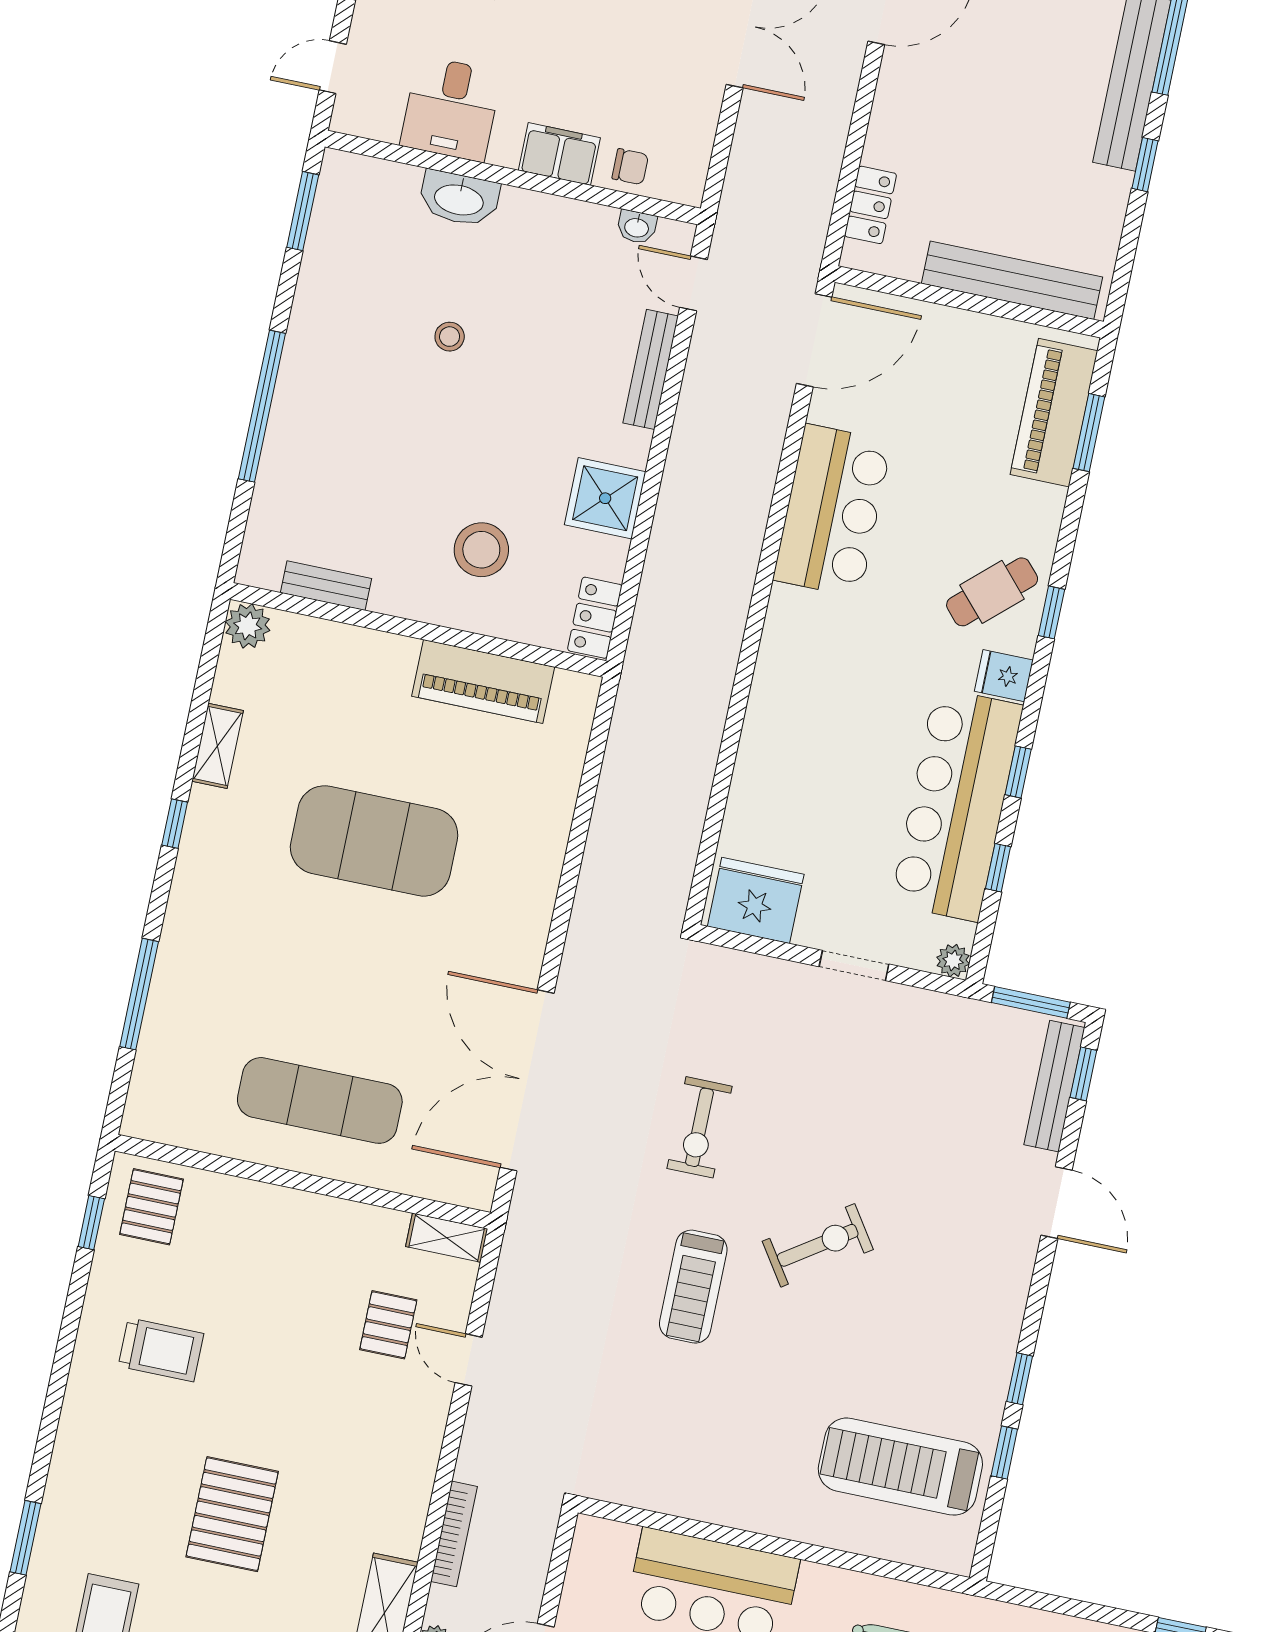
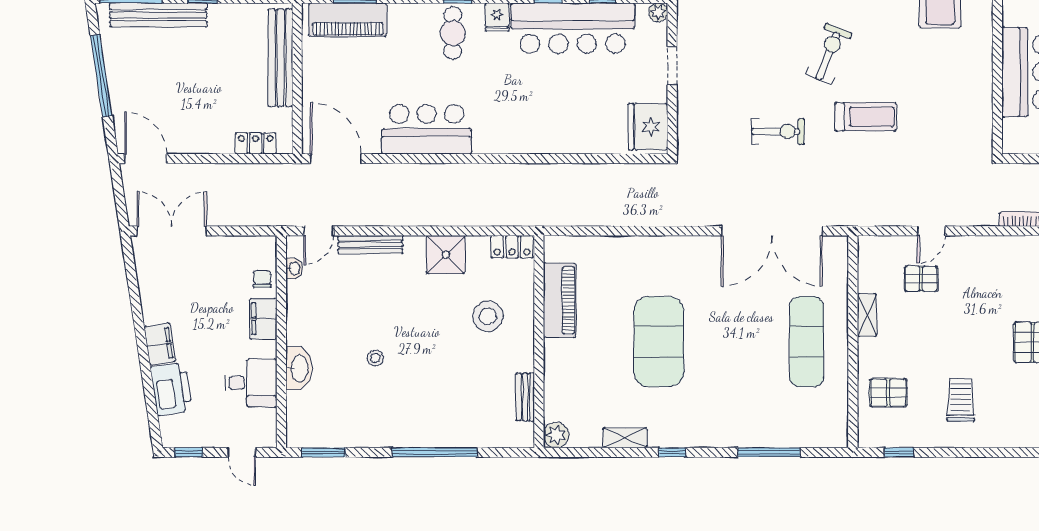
cafe table: (992, 592) -> (453, 33), turned 42
pallet: (152, 1207) -> (888, 393), moved
shelving: (447, 1238) -> (867, 315), moved
exercise bike: (818, 1245) -> (829, 54), turned 56

